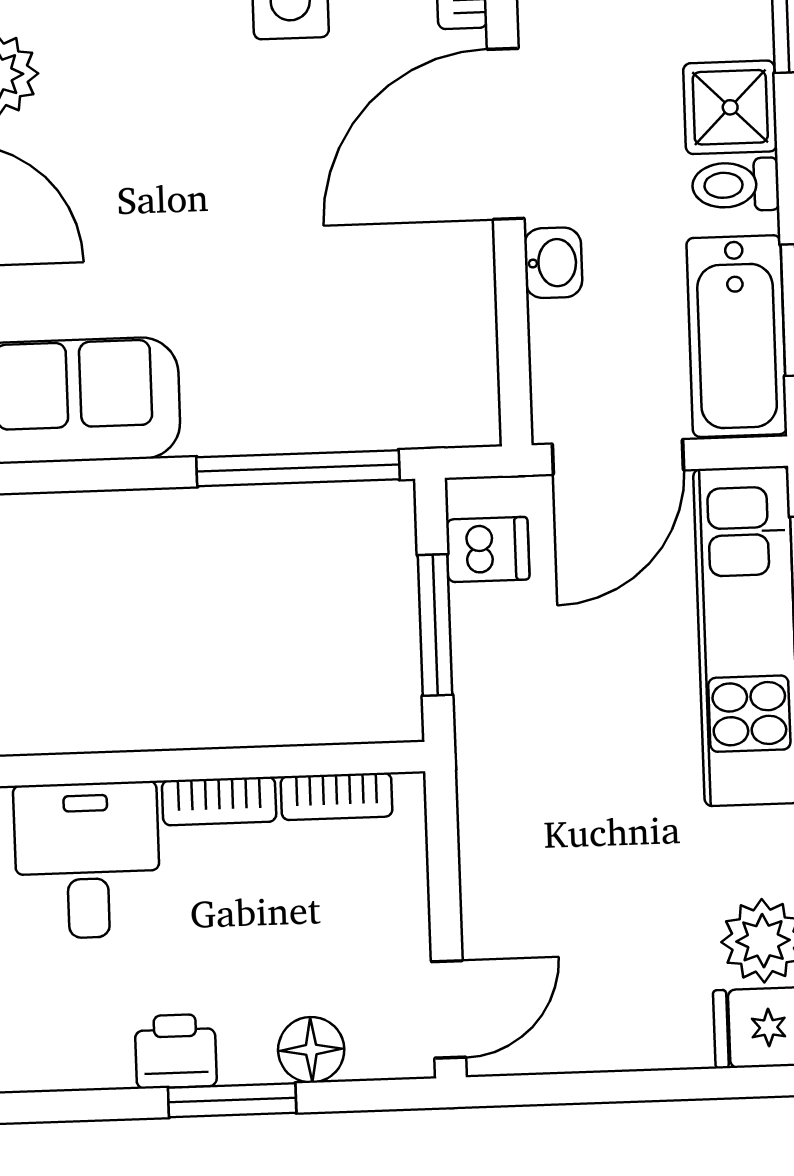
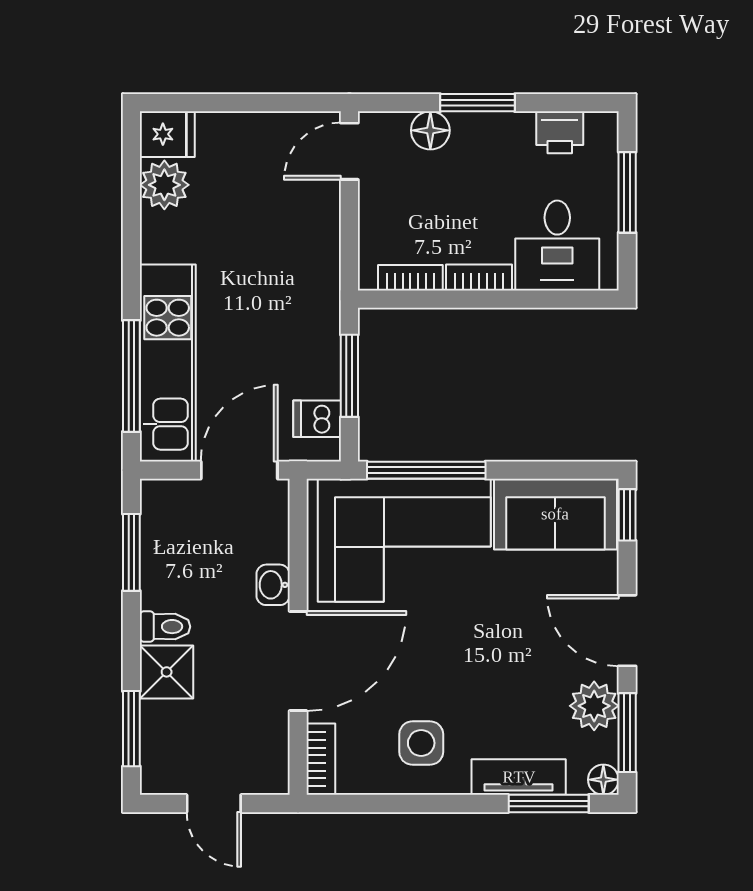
bathtub: (737, 336) -> (167, 538), removed
corner sofa: (331, 347) -> (404, 540), added
printer: (176, 1051) -> (560, 132), moved

